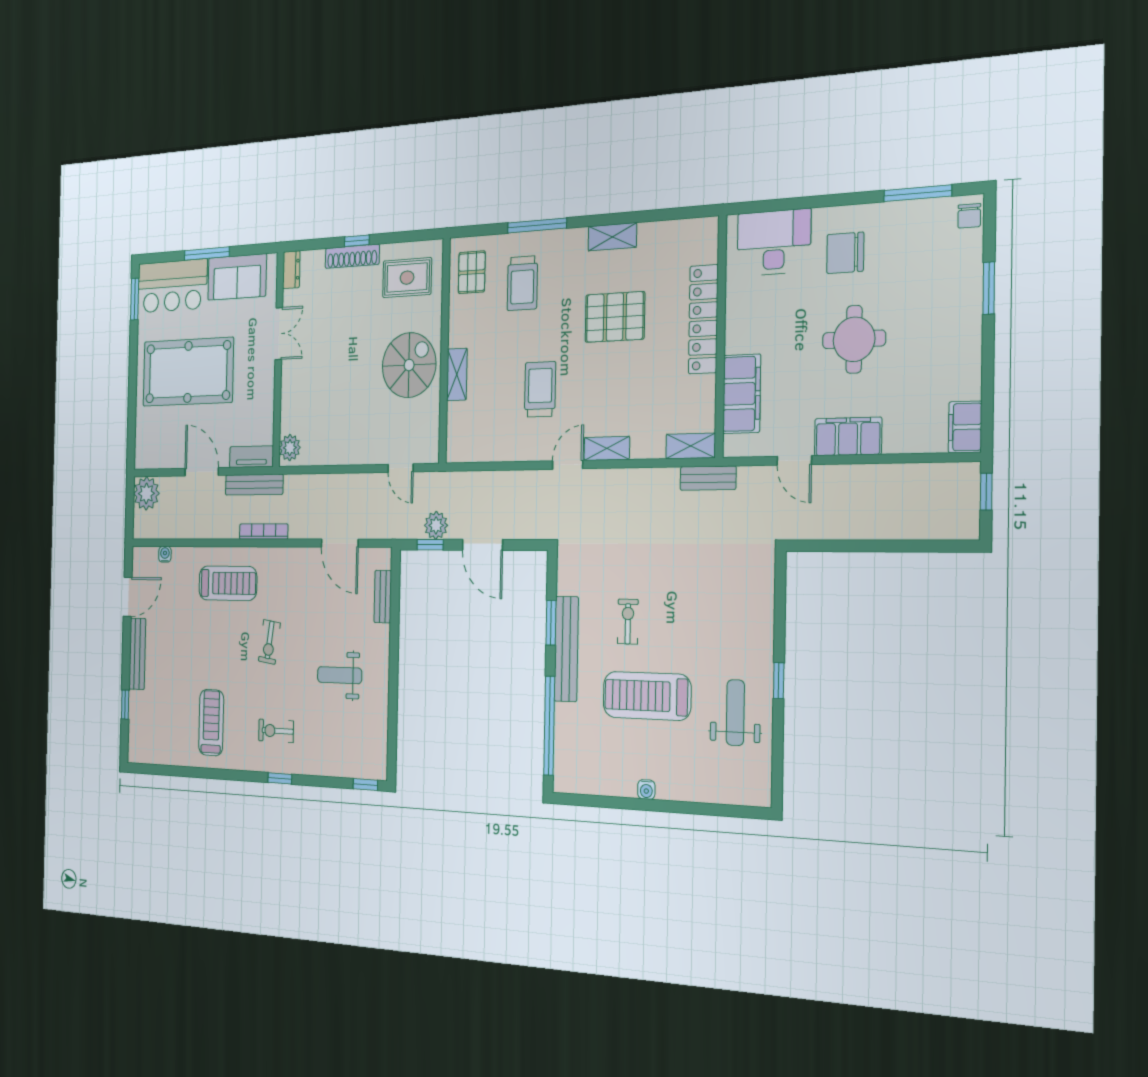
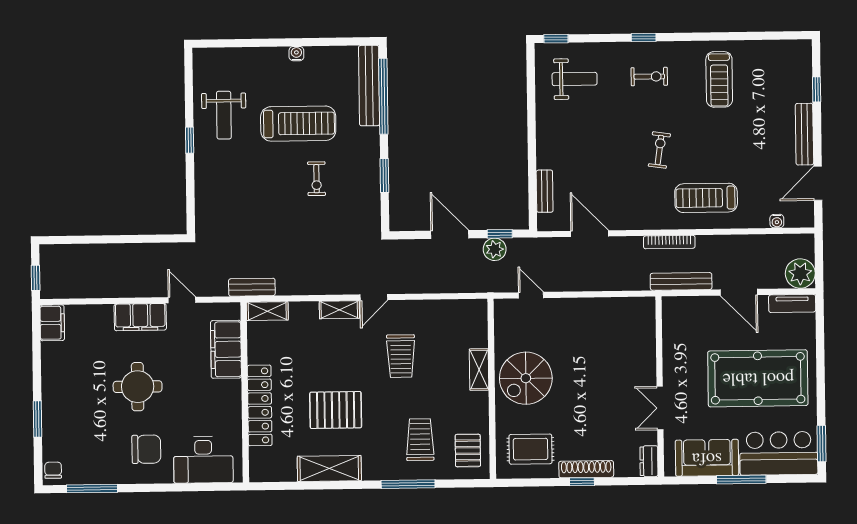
shelving: (612, 237) -> (329, 468), width x1.50, depth x1.33
plant: (290, 448) -> (644, 312), removed
tv unit: (251, 457) -> (792, 303), moved
bench: (566, 649) -> (369, 86), moved
weight bench: (340, 675) -> (575, 79), moved

